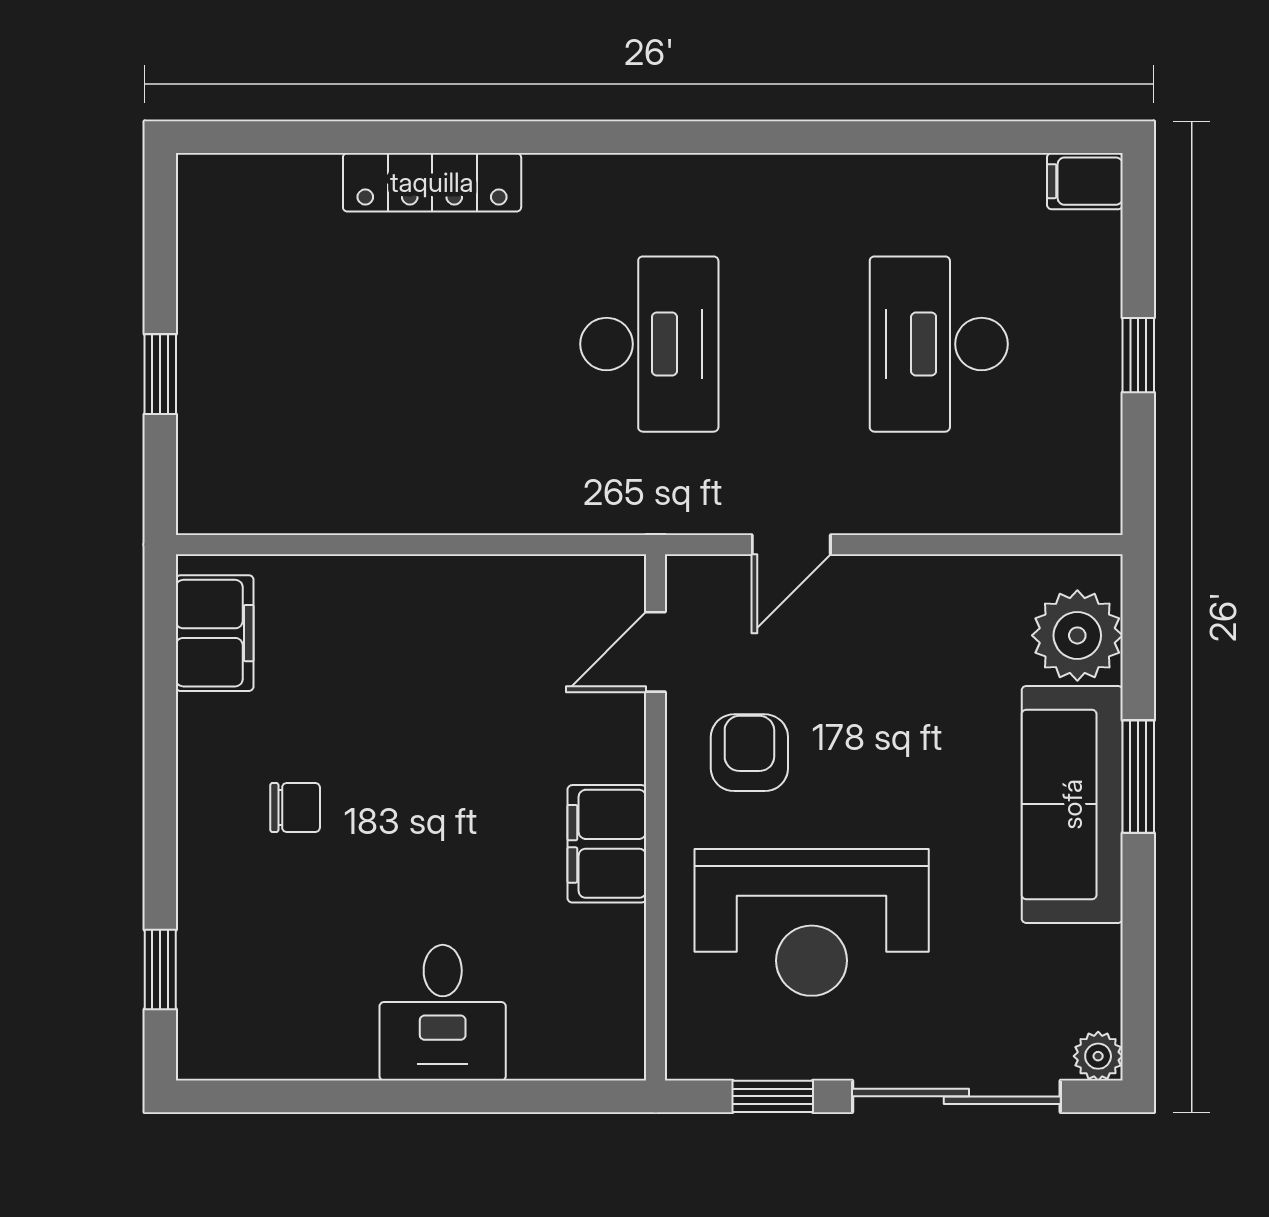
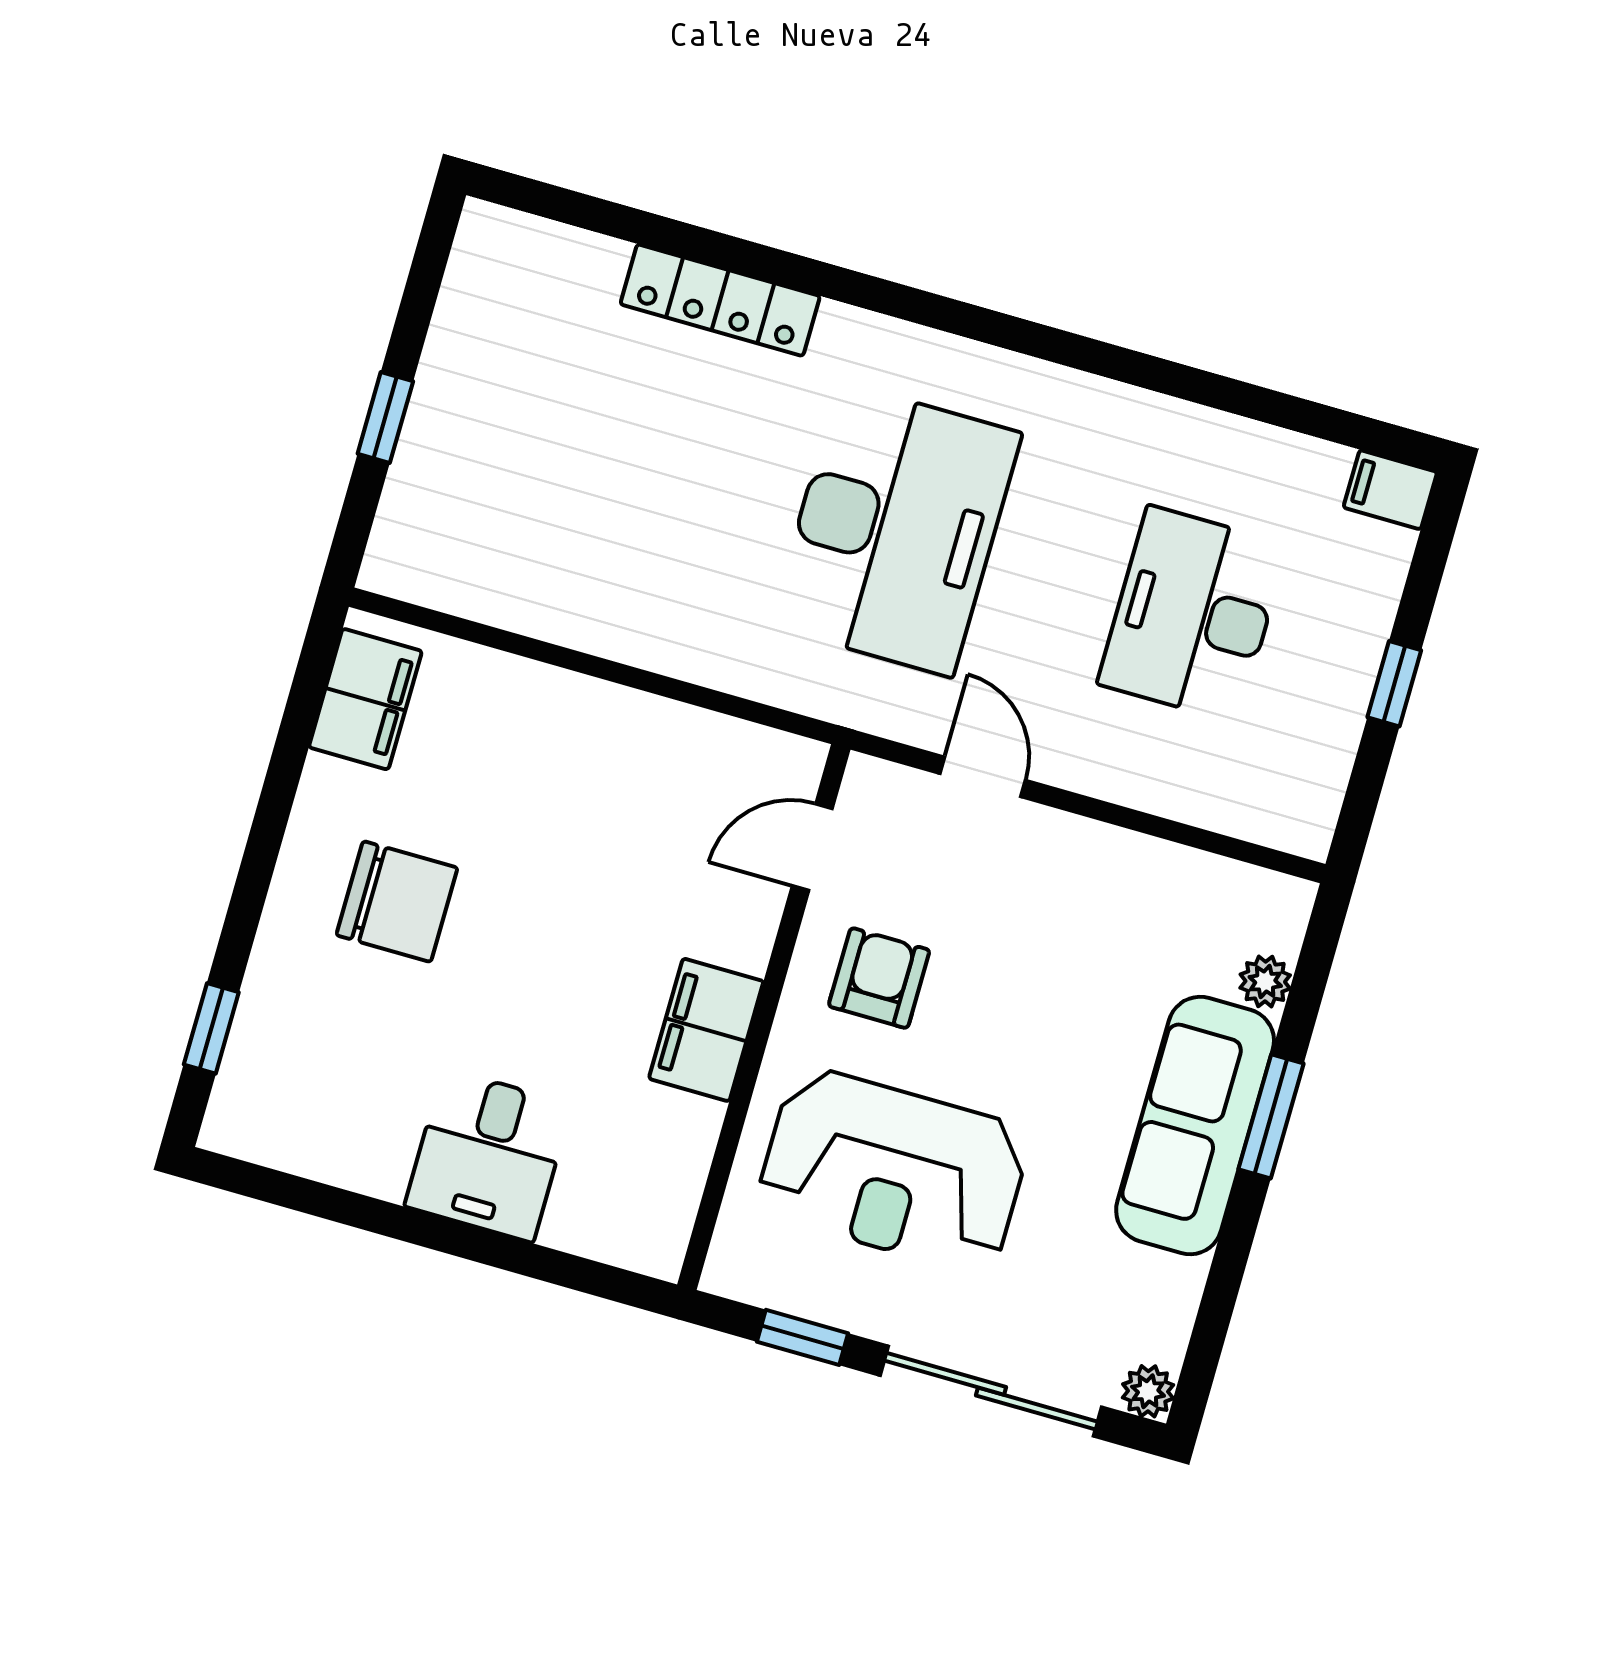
desk: (649, 344) -> (896, 530), width x1.36, depth x1.30
door: (791, 545) -> (983, 777), swing flipped
plant: (1077, 635) -> (1265, 982), width x0.53, depth x0.53
chair: (295, 807) -> (397, 902), width x1.87, depth x1.87

